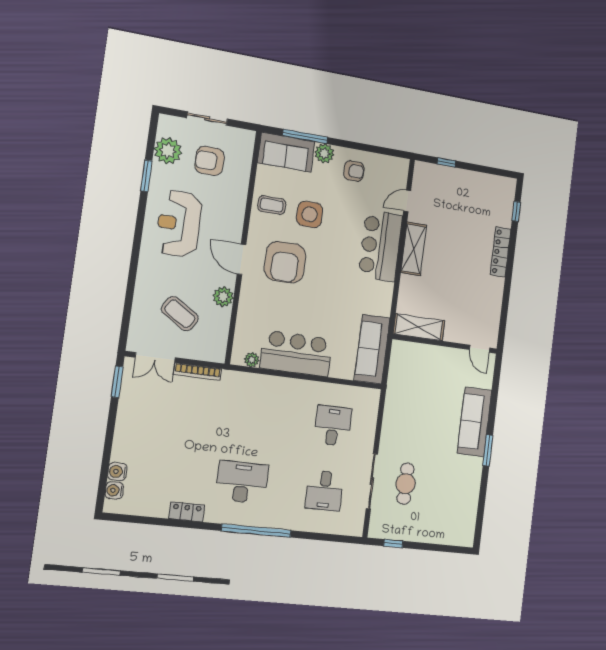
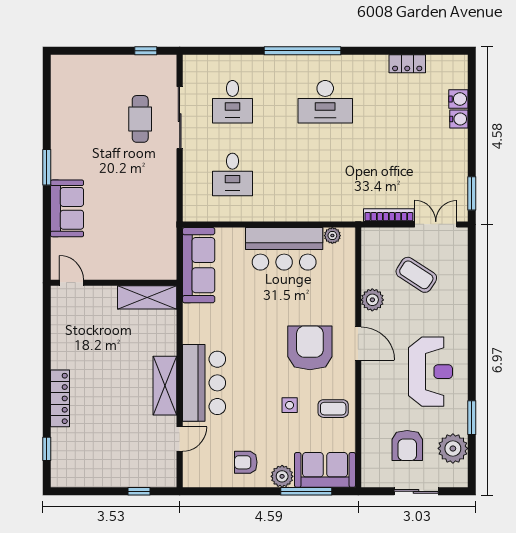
armchair: (210, 161) -> (407, 445), turned 90
side table: (310, 214) -> (290, 405), width x0.54, depth x0.54
sofa: (474, 422) -> (67, 208), width x0.73
water cooler: (114, 490) -> (459, 119), moved
desk: (324, 491) -> (232, 102), turned 180
locker: (187, 512) -> (407, 64), moved

